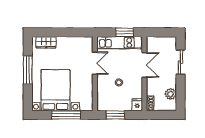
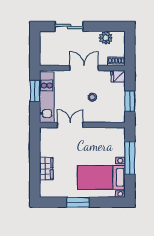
wardrobe: (46, 42) -> (46, 169), moved
double door: (144, 65) -> (84, 68), moved
window: (28, 70) -> (78, 202), width x0.69
bed with nightstands: (56, 90) -> (101, 177), width x0.73

